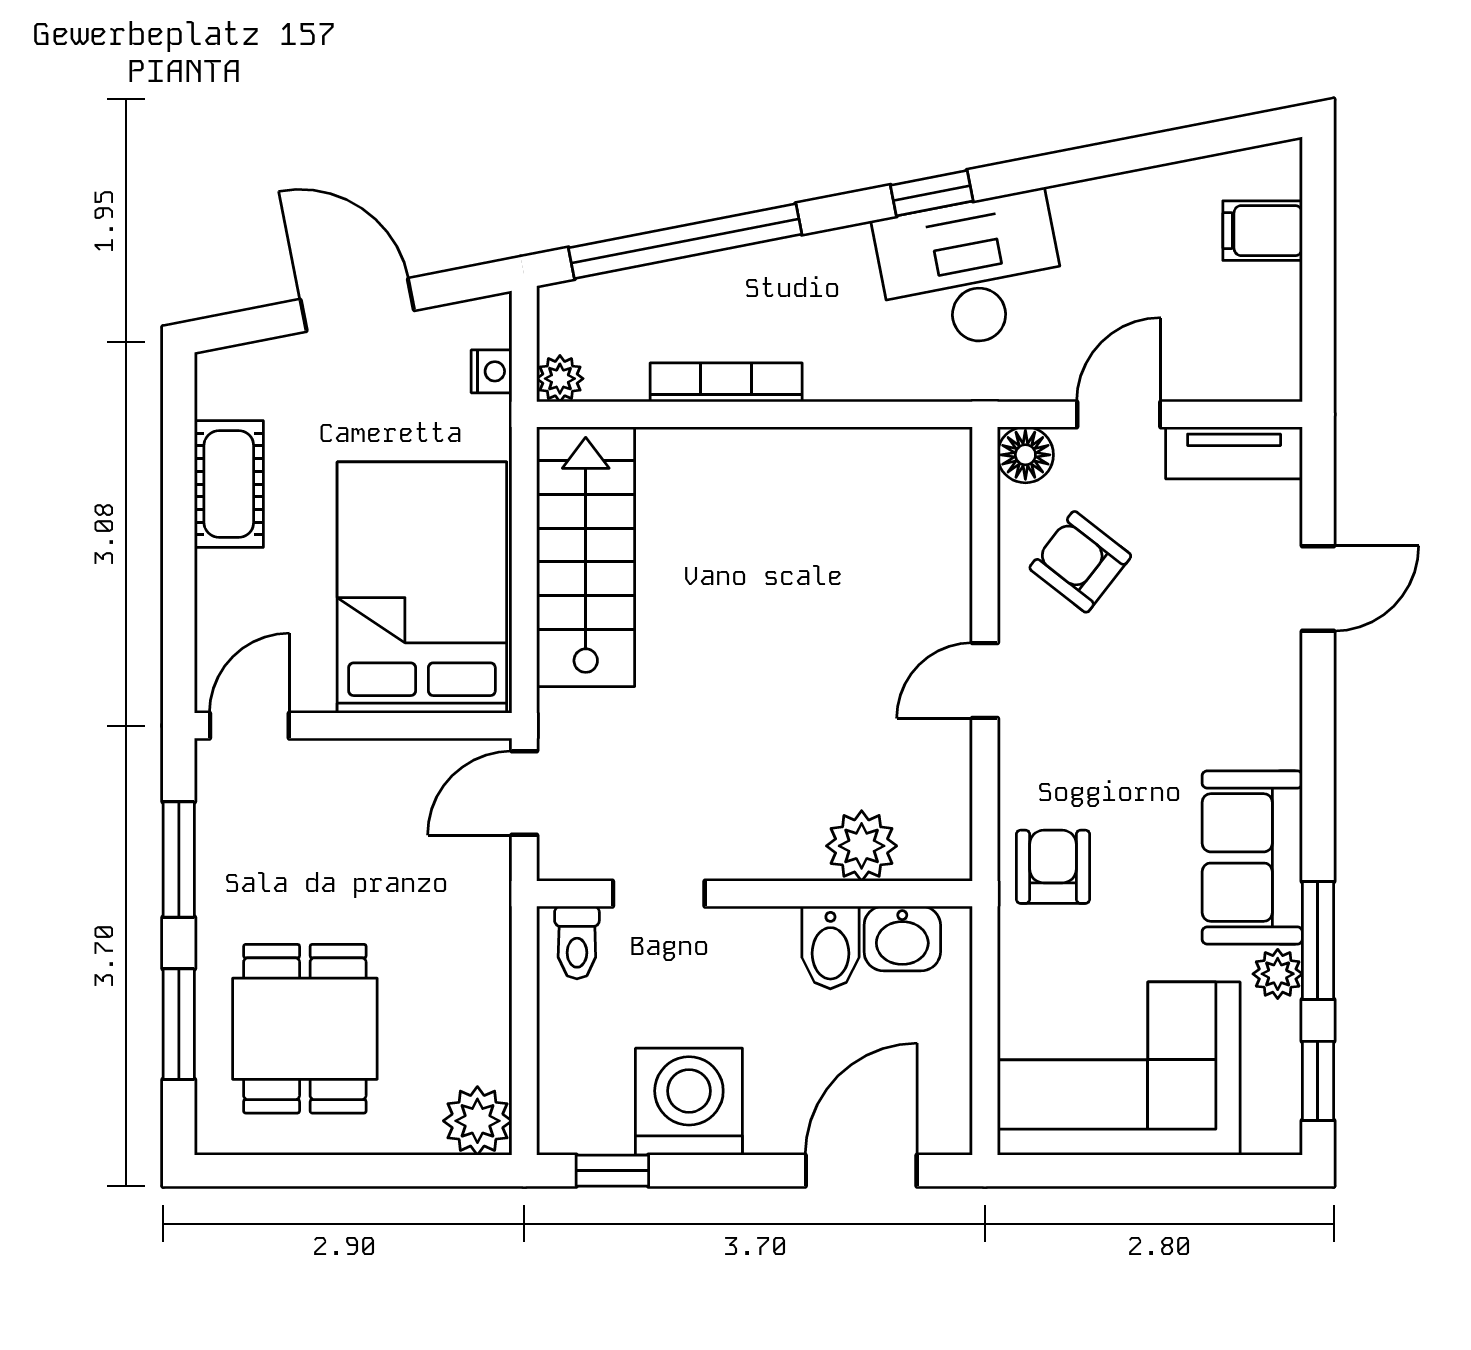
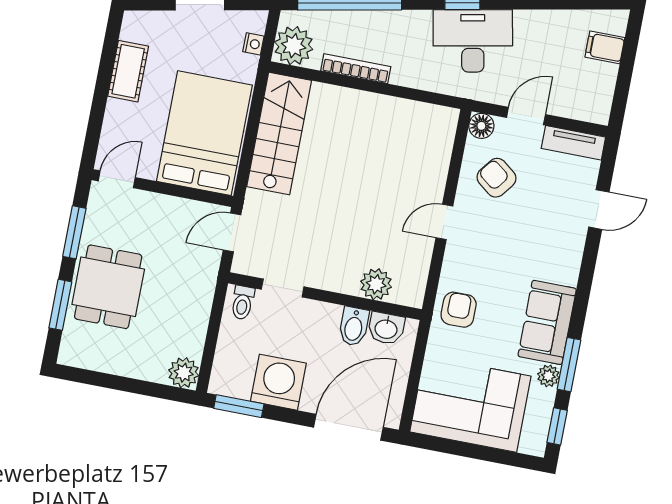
plant: (560, 379) -> (294, 46), width x1.88, depth x1.88
dining table: (305, 1029) -> (108, 287), moved
window: (612, 1171) -> (239, 406), width x1.50
door: (861, 1171) -> (348, 427), width x1.36

